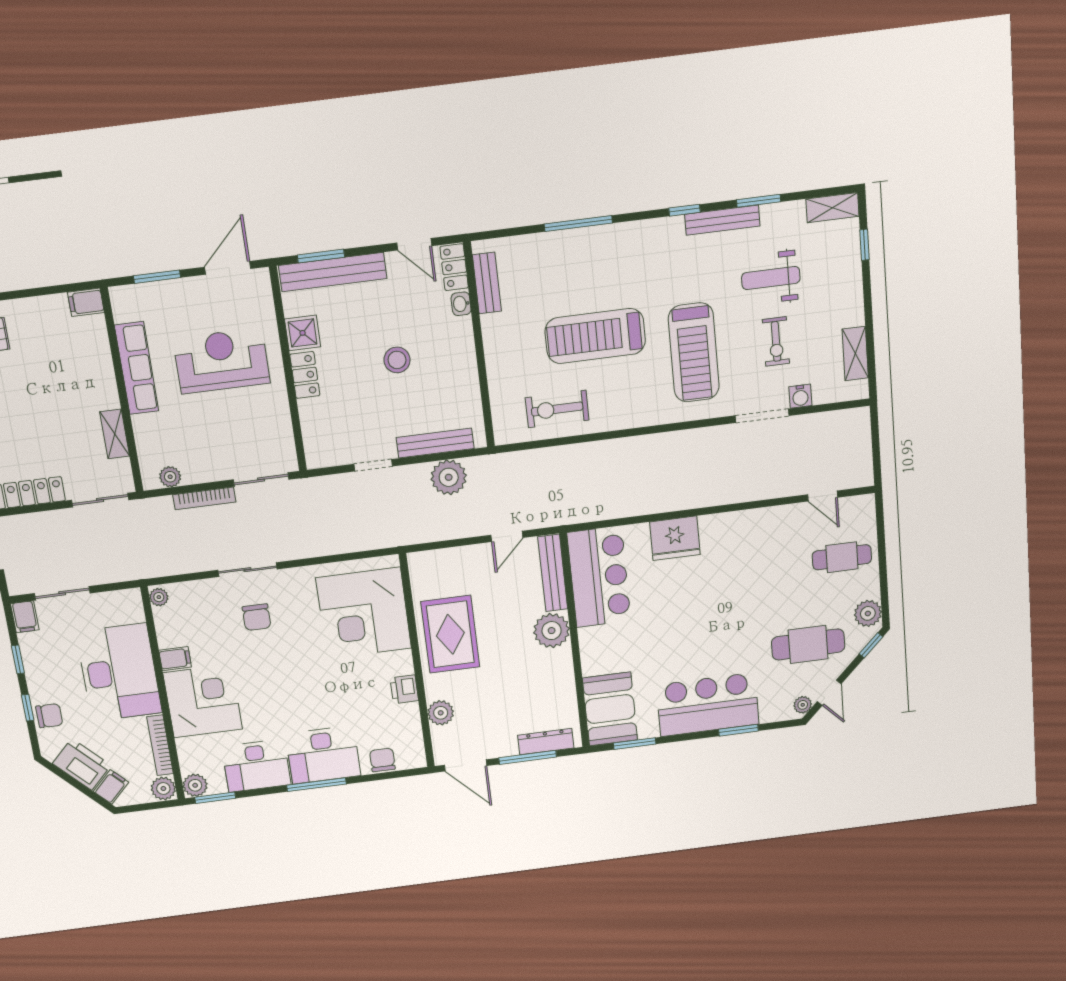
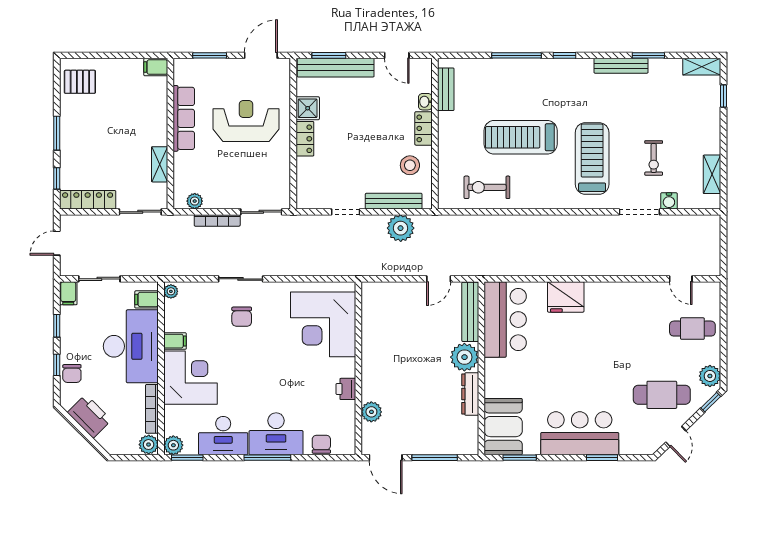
window: (684, 210) -> (564, 55), moved
locker: (454, 267) -> (423, 128), moved
weight bench: (771, 278) -> (653, 111), removed
treadmill: (694, 353) -> (592, 158), turned 180
stool: (397, 360) -> (410, 165), moved
rug: (450, 634) -> (387, 350), removed
plant: (803, 705) -> (654, 444), removed
chair: (49, 716) -> (72, 374), turned 90
dresser: (546, 742) -> (470, 394), moved, turned -90
filing cabinet: (111, 787) -> (147, 299), moved, turned -135

